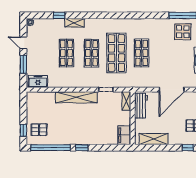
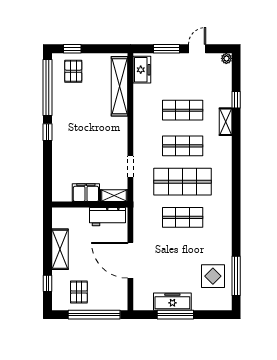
shelving: (76, 97) -> (119, 86), moved
filing cabinet: (124, 135) -> (86, 193), moved
shelving: (153, 139) -> (60, 249), moved

